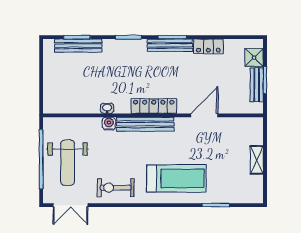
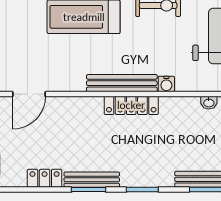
locker: (154, 106) -> (131, 105), moved
washbasin: (107, 108) -> (209, 103), moved
door: (204, 115) -> (29, 94), moved

